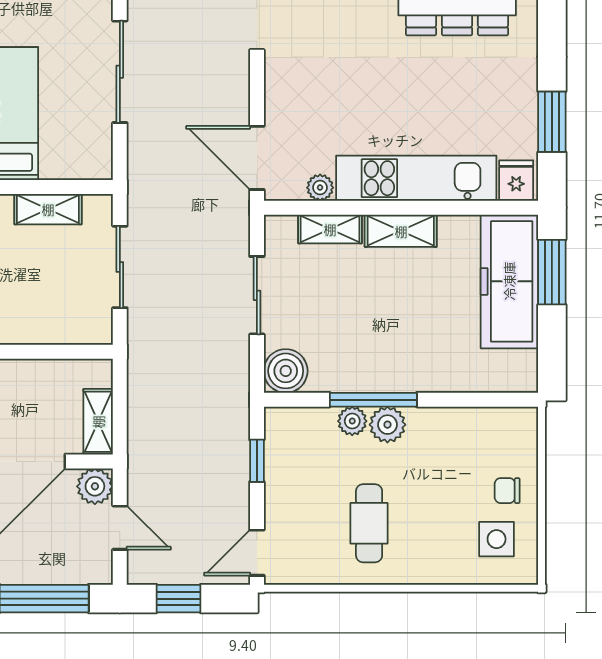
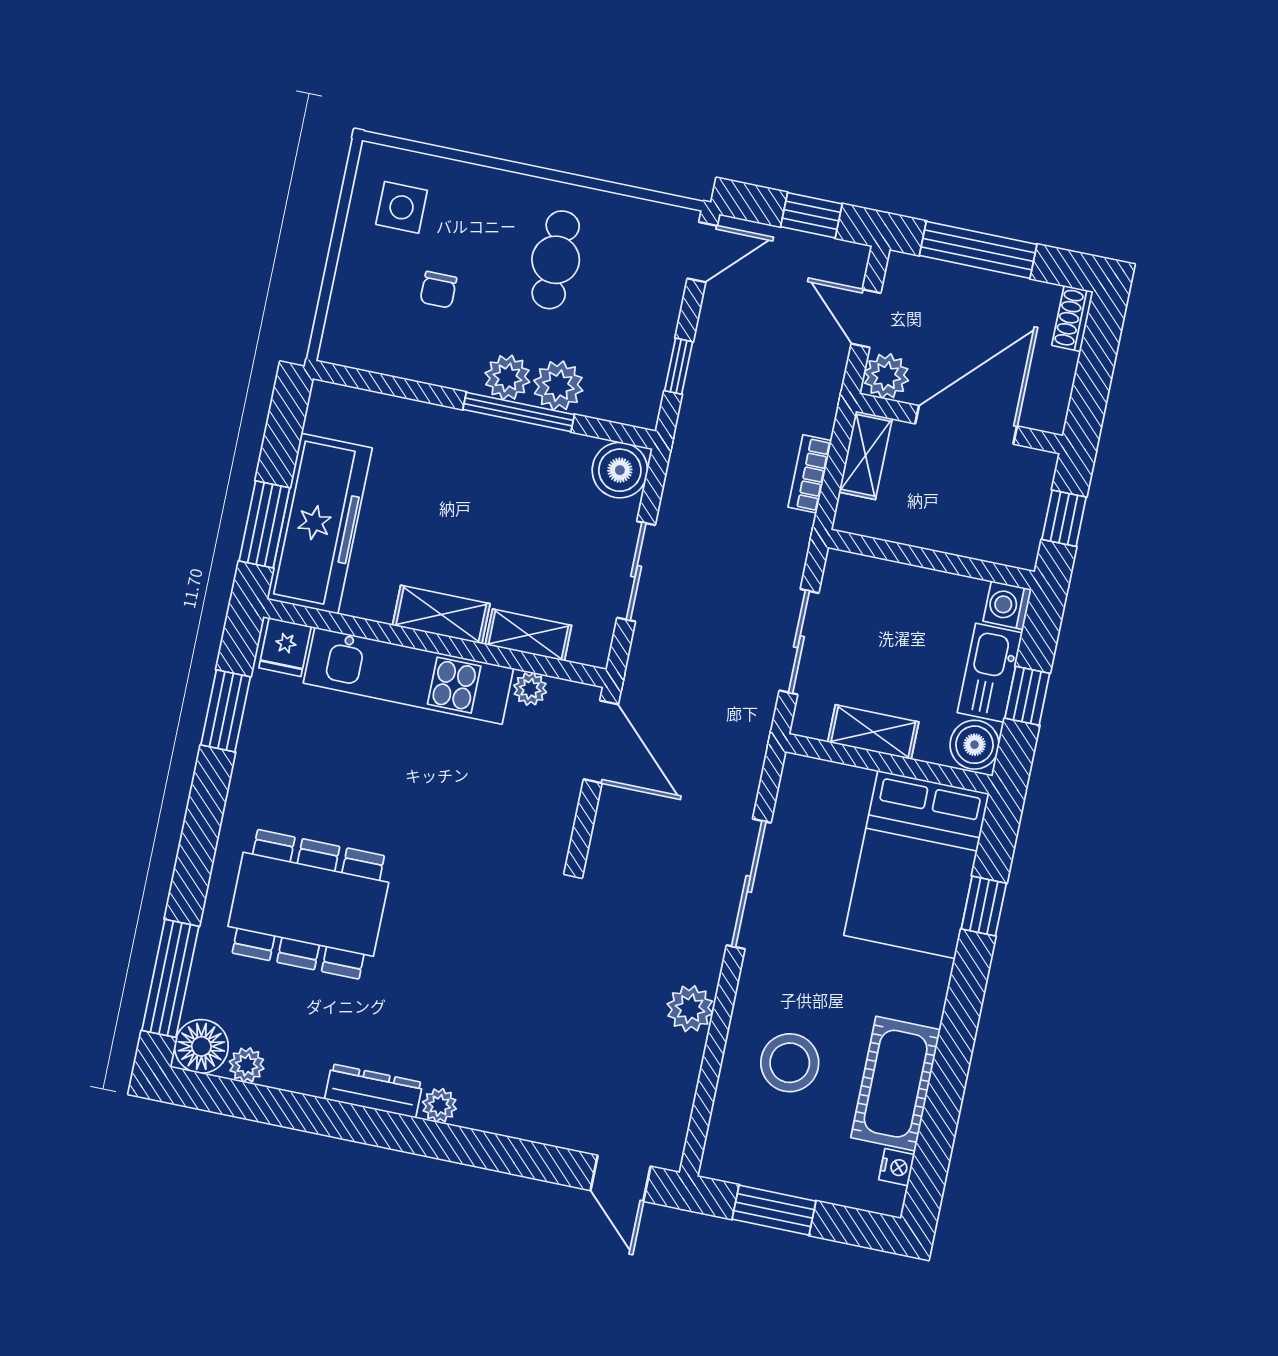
bookcase: (138, 398) -> (810, 474), added
plant: (352, 421) -> (558, 386), width x1.38, depth x1.38
chair: (507, 491) -> (438, 290), moved, turned 90

